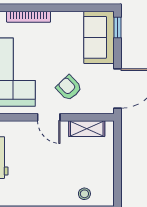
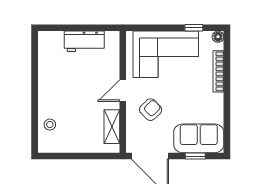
window: (118, 27) -> (195, 156), moved

